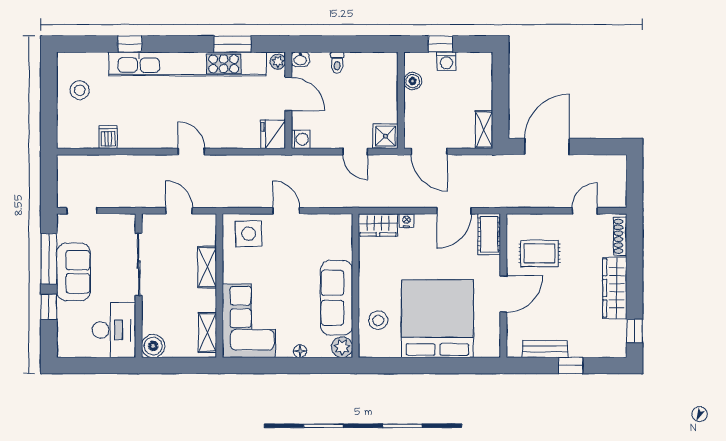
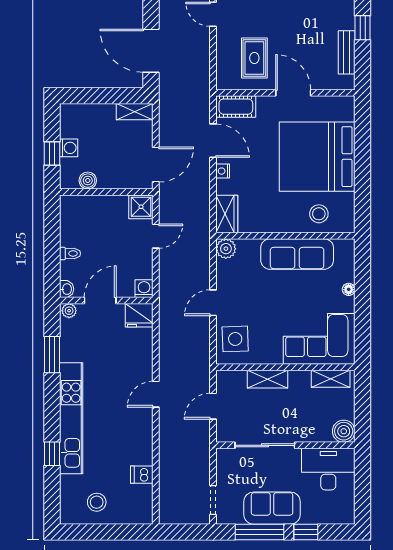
kitchen unit: (187, 64) -> (71, 418), width x0.73
nightstand: (406, 221) -> (223, 171), moved
plant: (342, 347) -> (226, 249), moved

